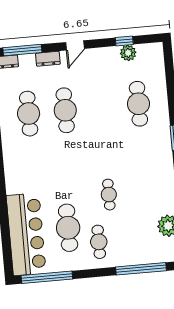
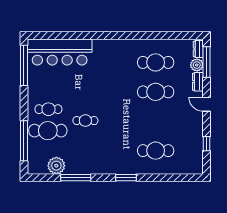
plant: (128, 53) -> (197, 65), moved
cafe table: (68, 228) -> (48, 131), moved

